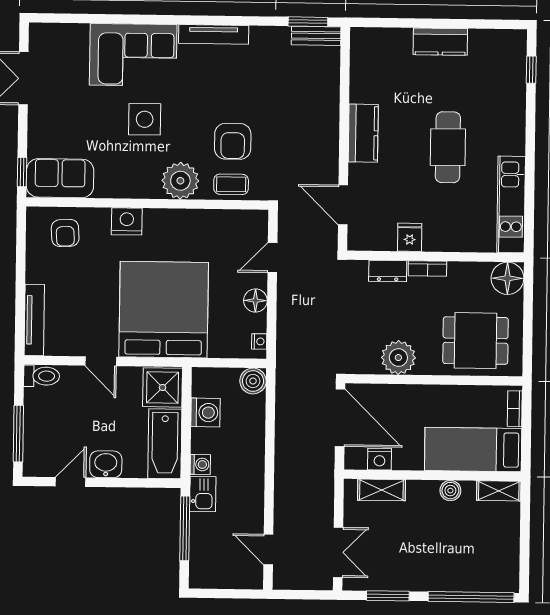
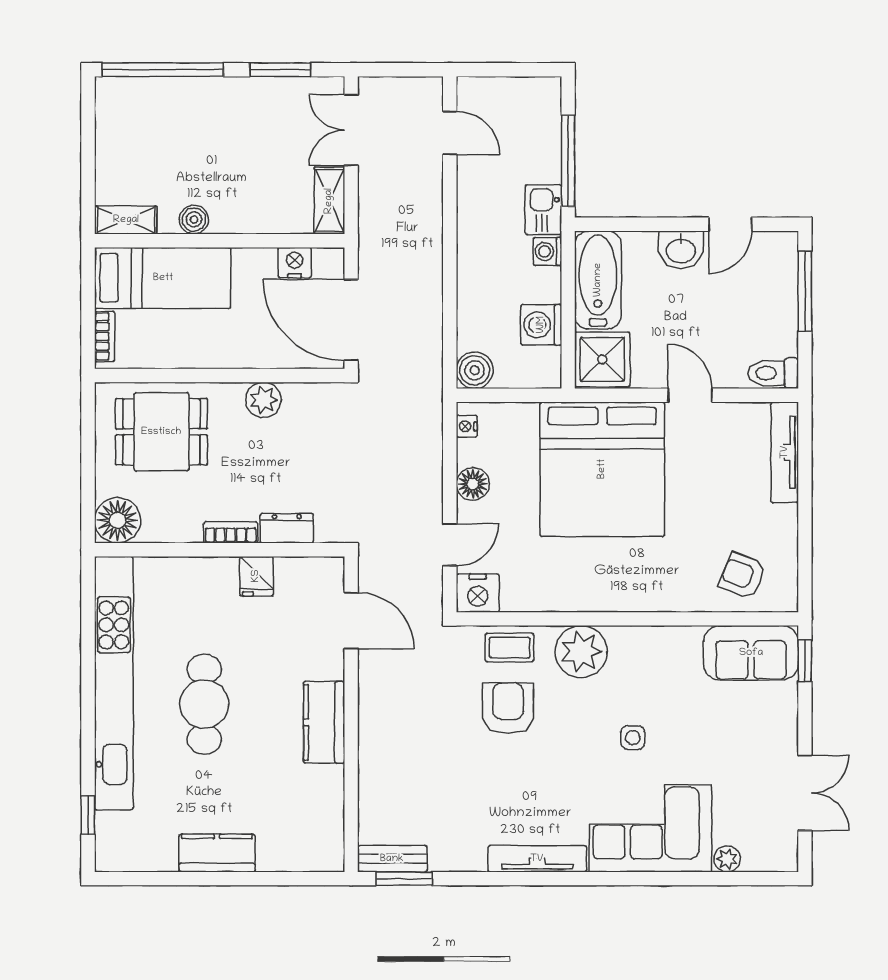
plant: (79, 32) -> (727, 859), added
side table: (145, 119) -> (633, 738), width x0.54, depth x0.54
kitchen unit: (511, 204) -> (114, 683), width x1.86
nightstand: (127, 221) -> (478, 593), moved
armchair: (65, 233) -> (743, 575), turned -65
plant: (398, 358) -> (263, 400), width x0.73, depth x0.73
shelving: (381, 490) -> (329, 201), moved, turned 90

